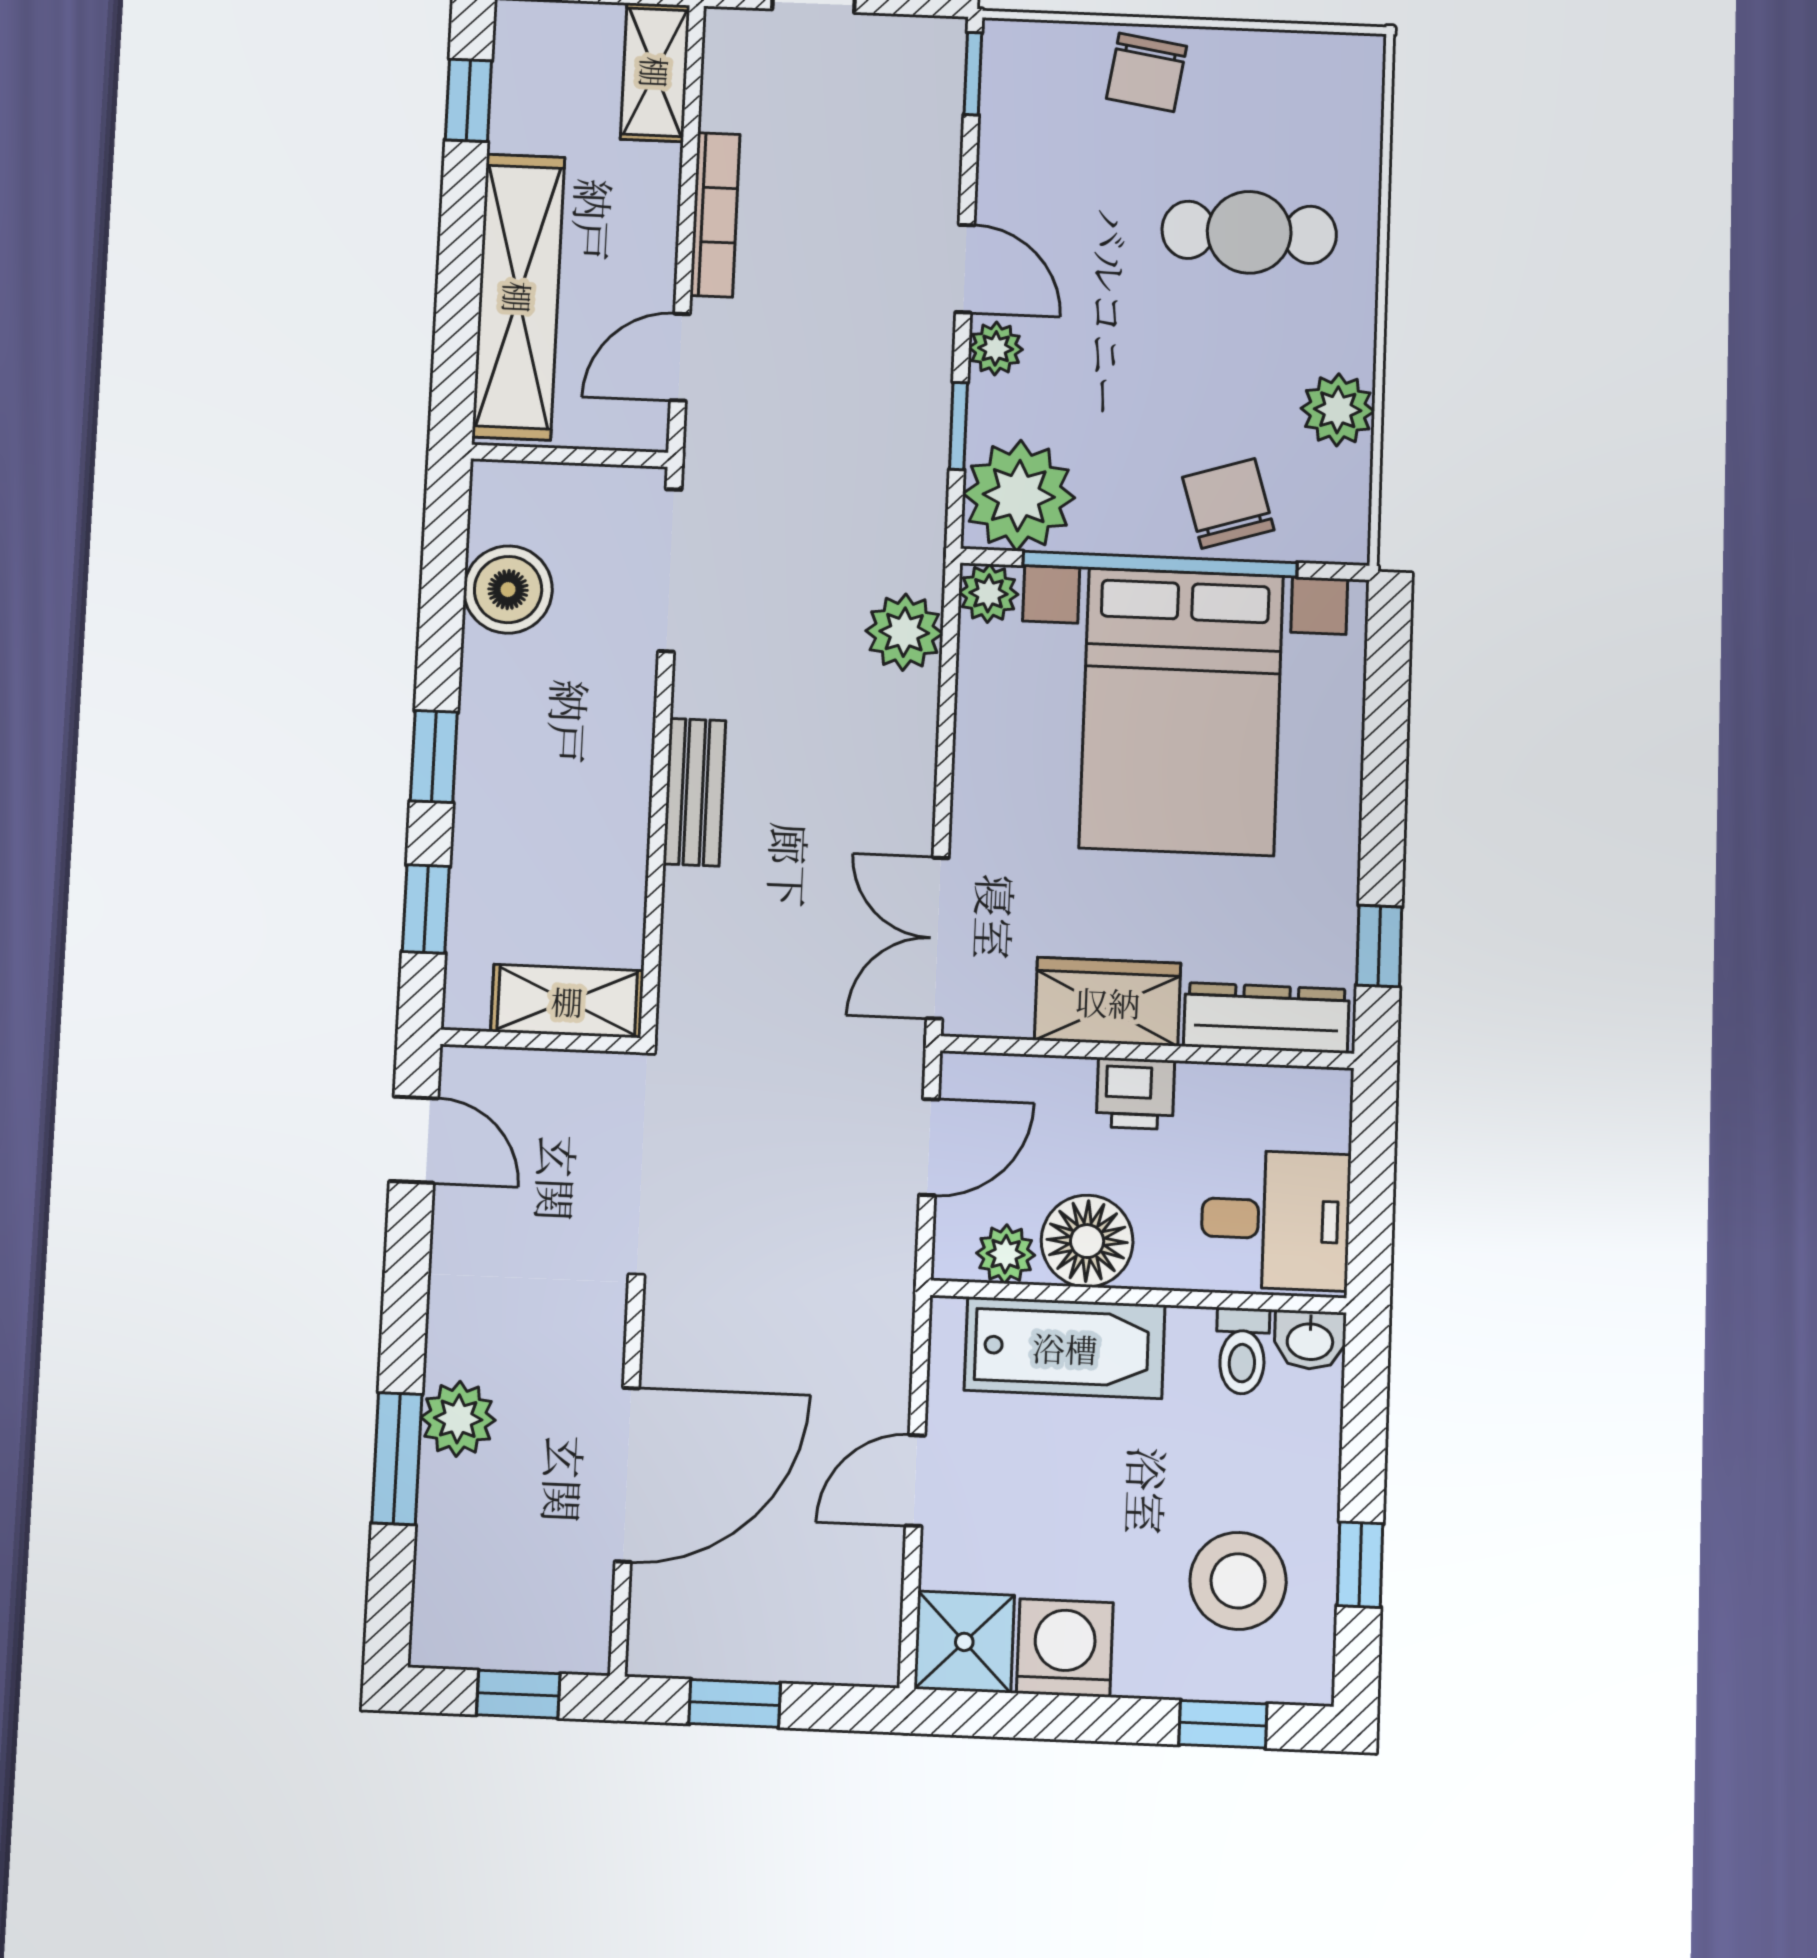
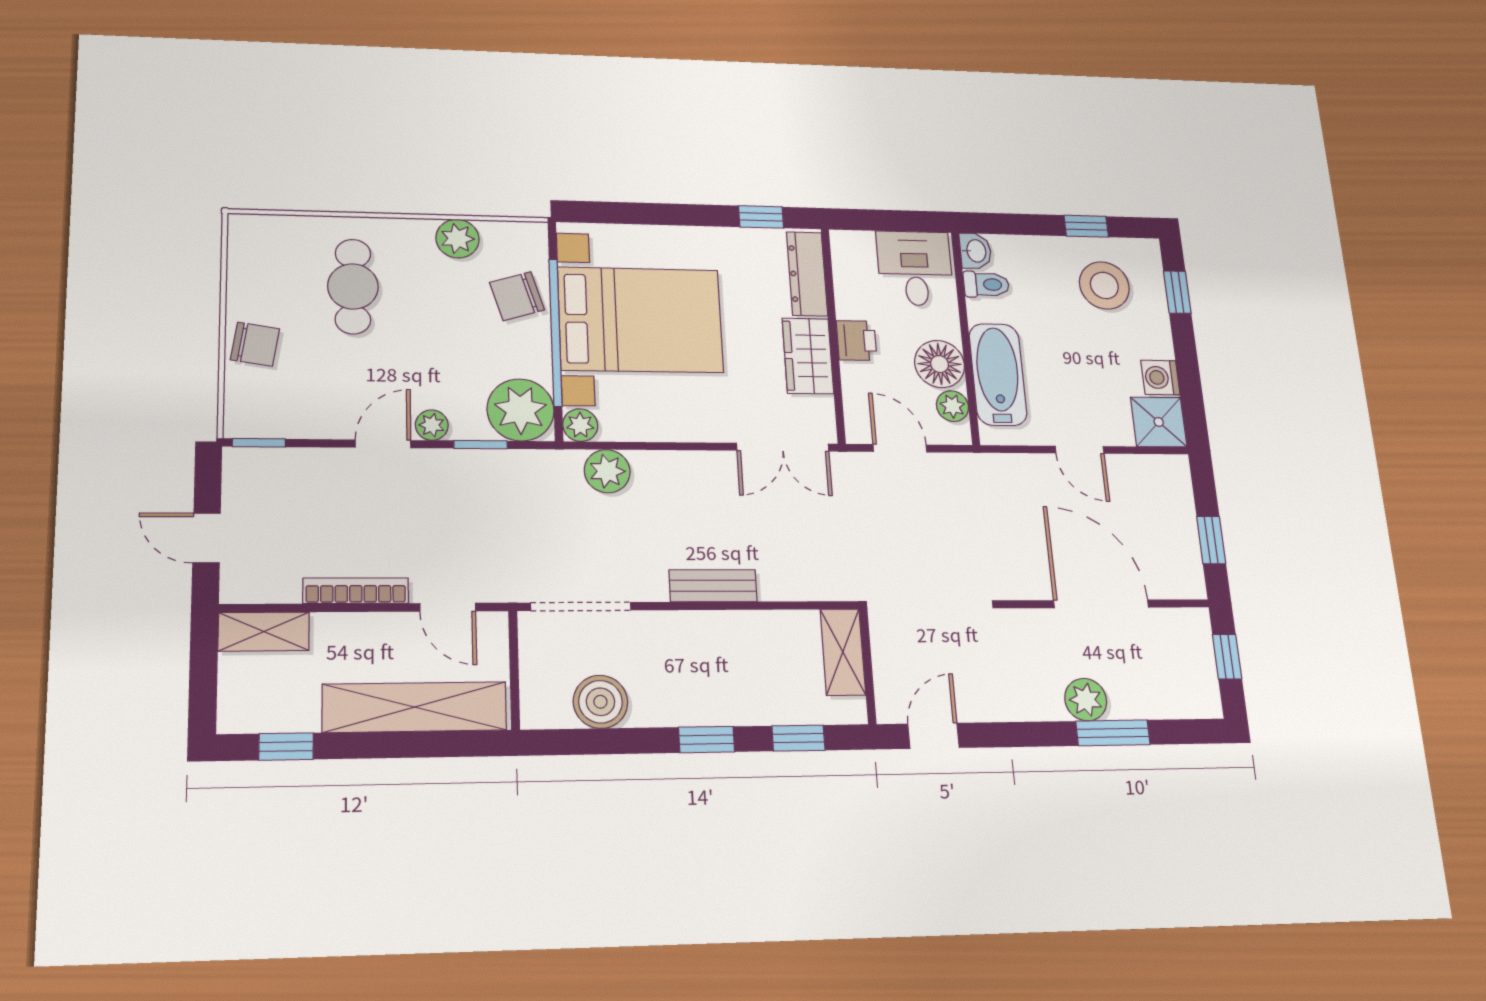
washing machine: (1065, 1648) -> (1160, 377), width x0.73, depth x0.73

